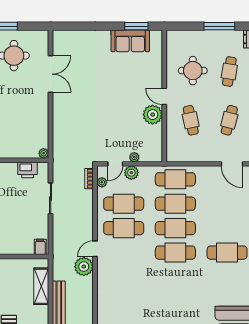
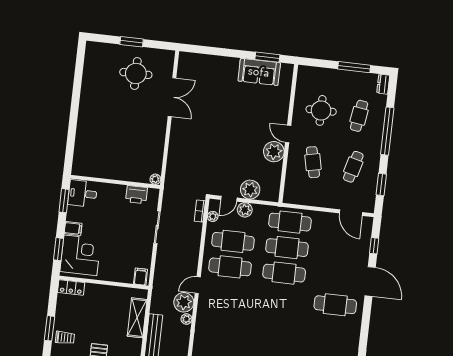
plant: (134, 157) -> (250, 190), width x1.88, depth x1.88
cafe table: (175, 253) -> (281, 299), removed
plant: (88, 282) -> (186, 319), added

